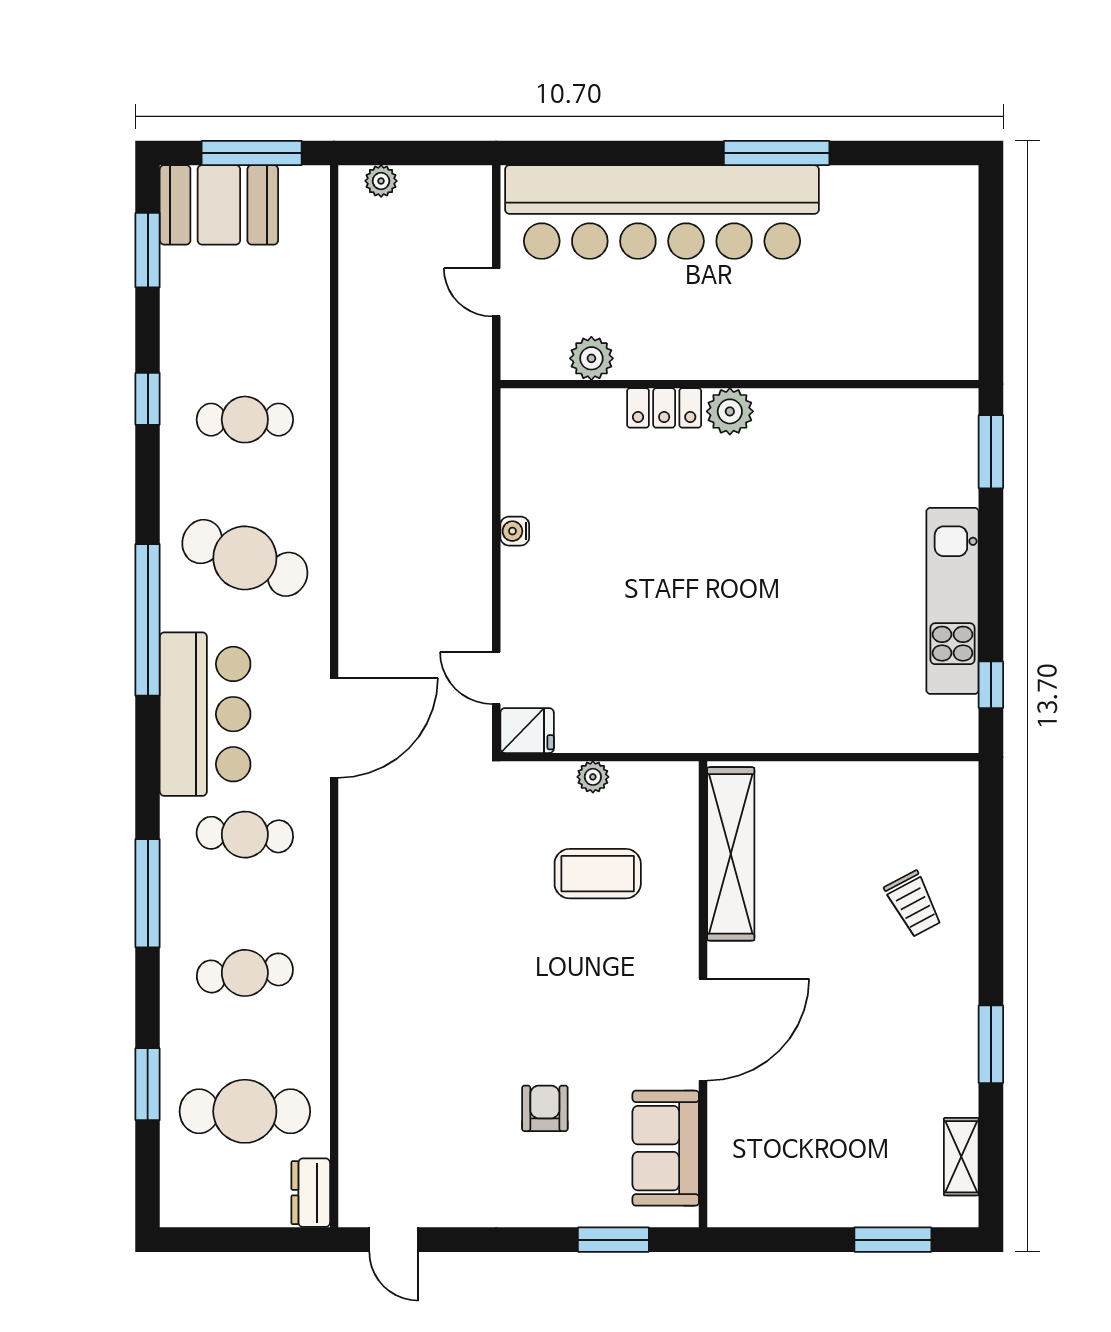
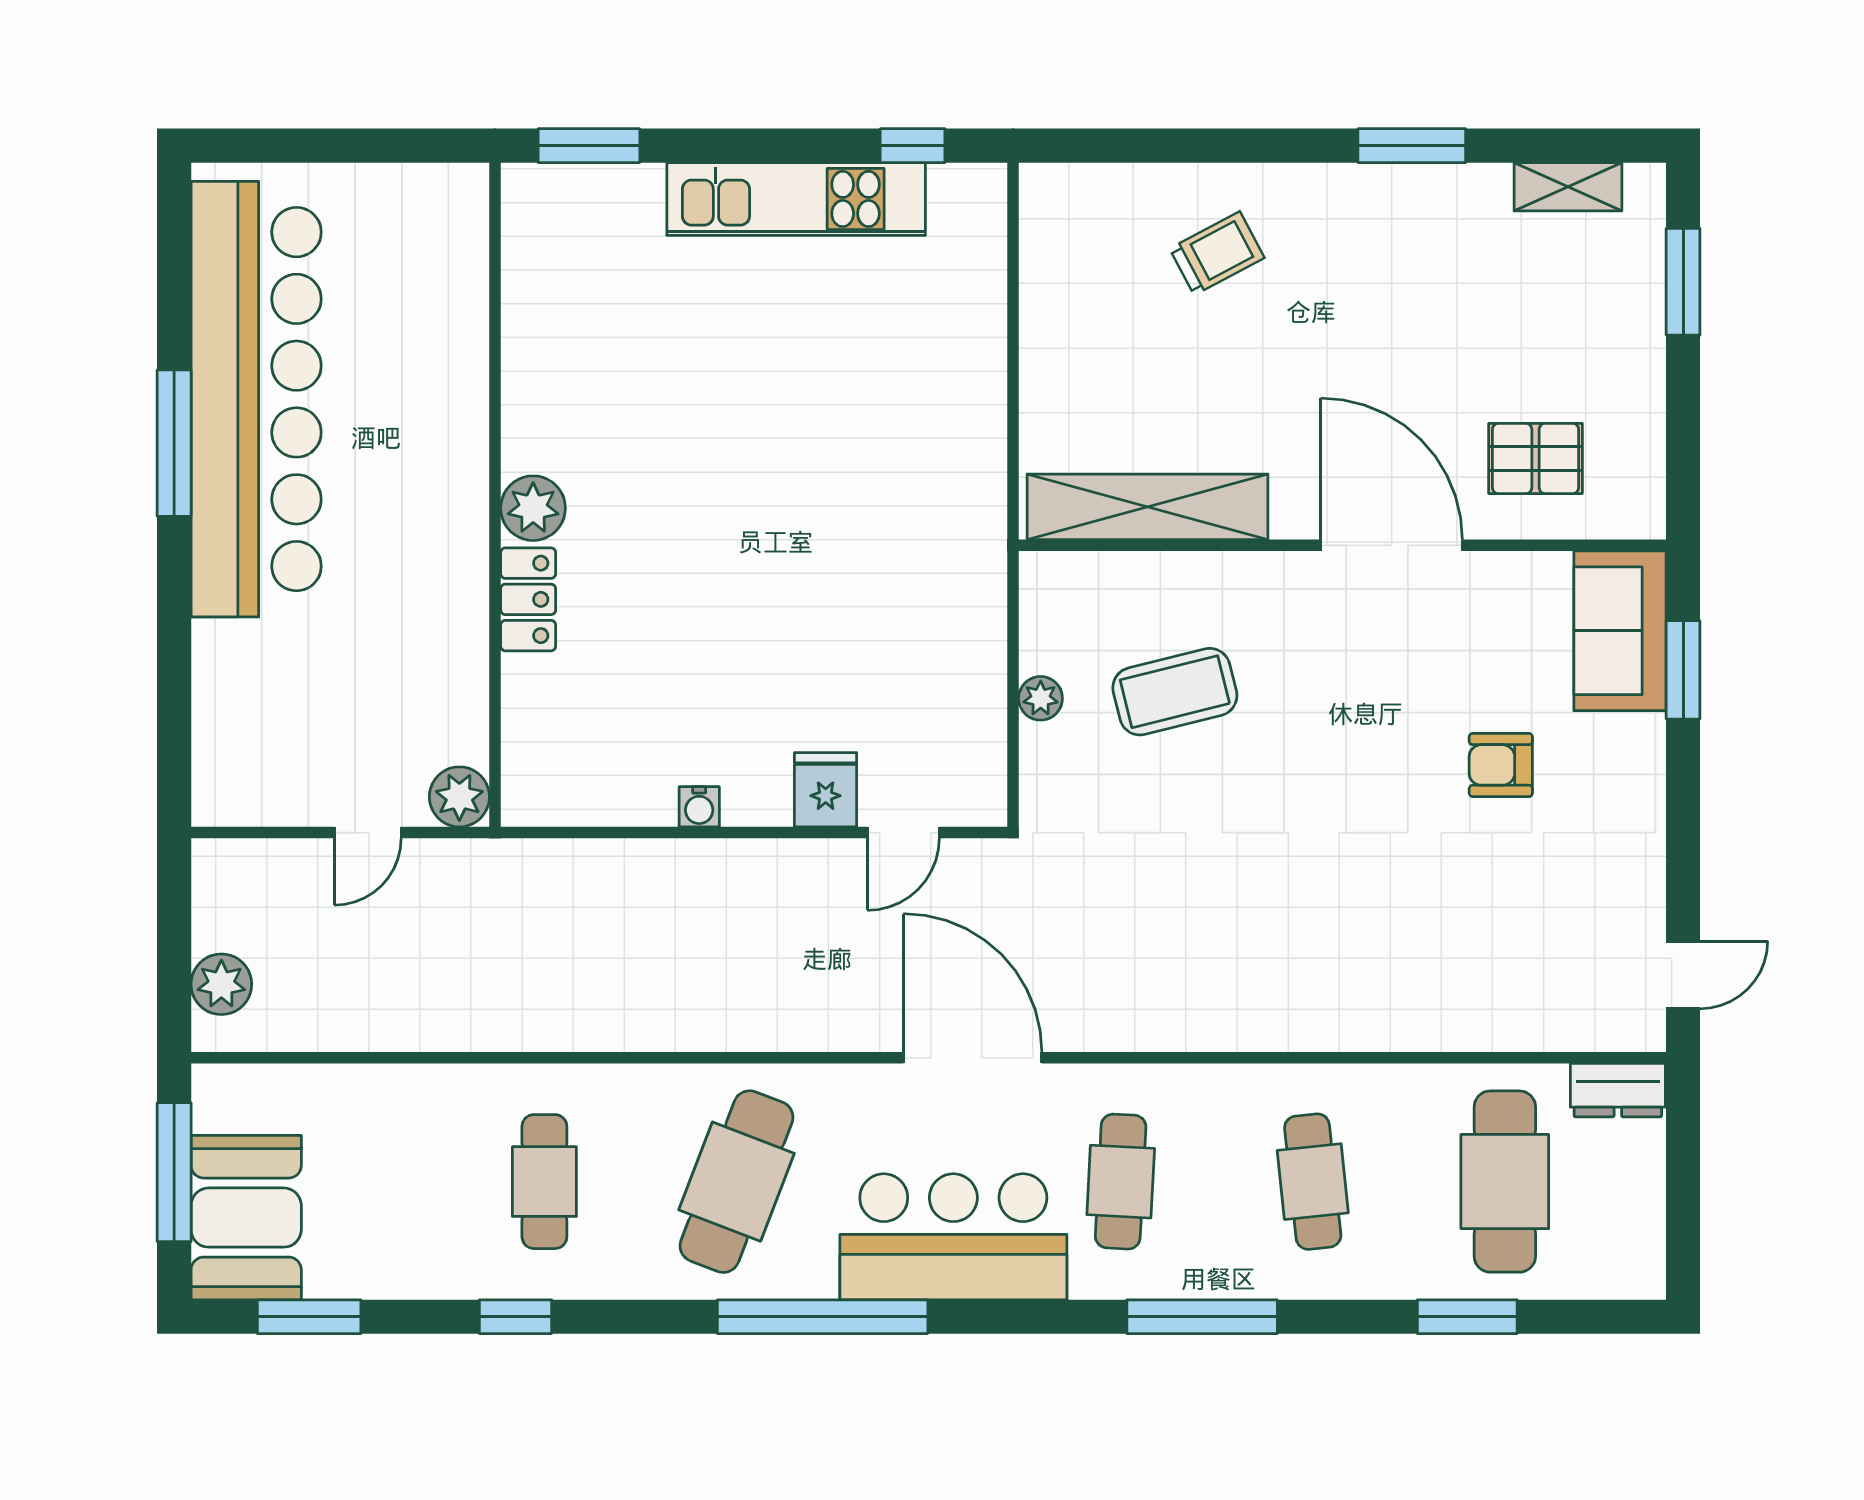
plant: (381, 181) -> (221, 984), width x1.38, depth x1.38
bar counter: (662, 212) -> (256, 399), moved
plant: (591, 358) -> (459, 797), moved
fridge: (527, 731) -> (826, 790), moved
coffee table: (598, 874) -> (1175, 692), turned 76
pallet: (766, 1133) -> (1536, 458), added
sofa: (666, 1148) -> (1620, 631), moved, turned 90

